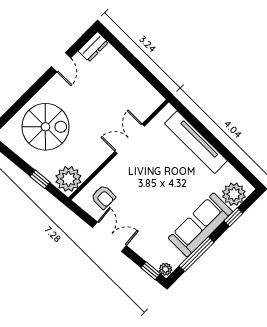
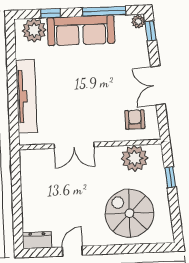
plant: (68, 179) -> (135, 158), moved

